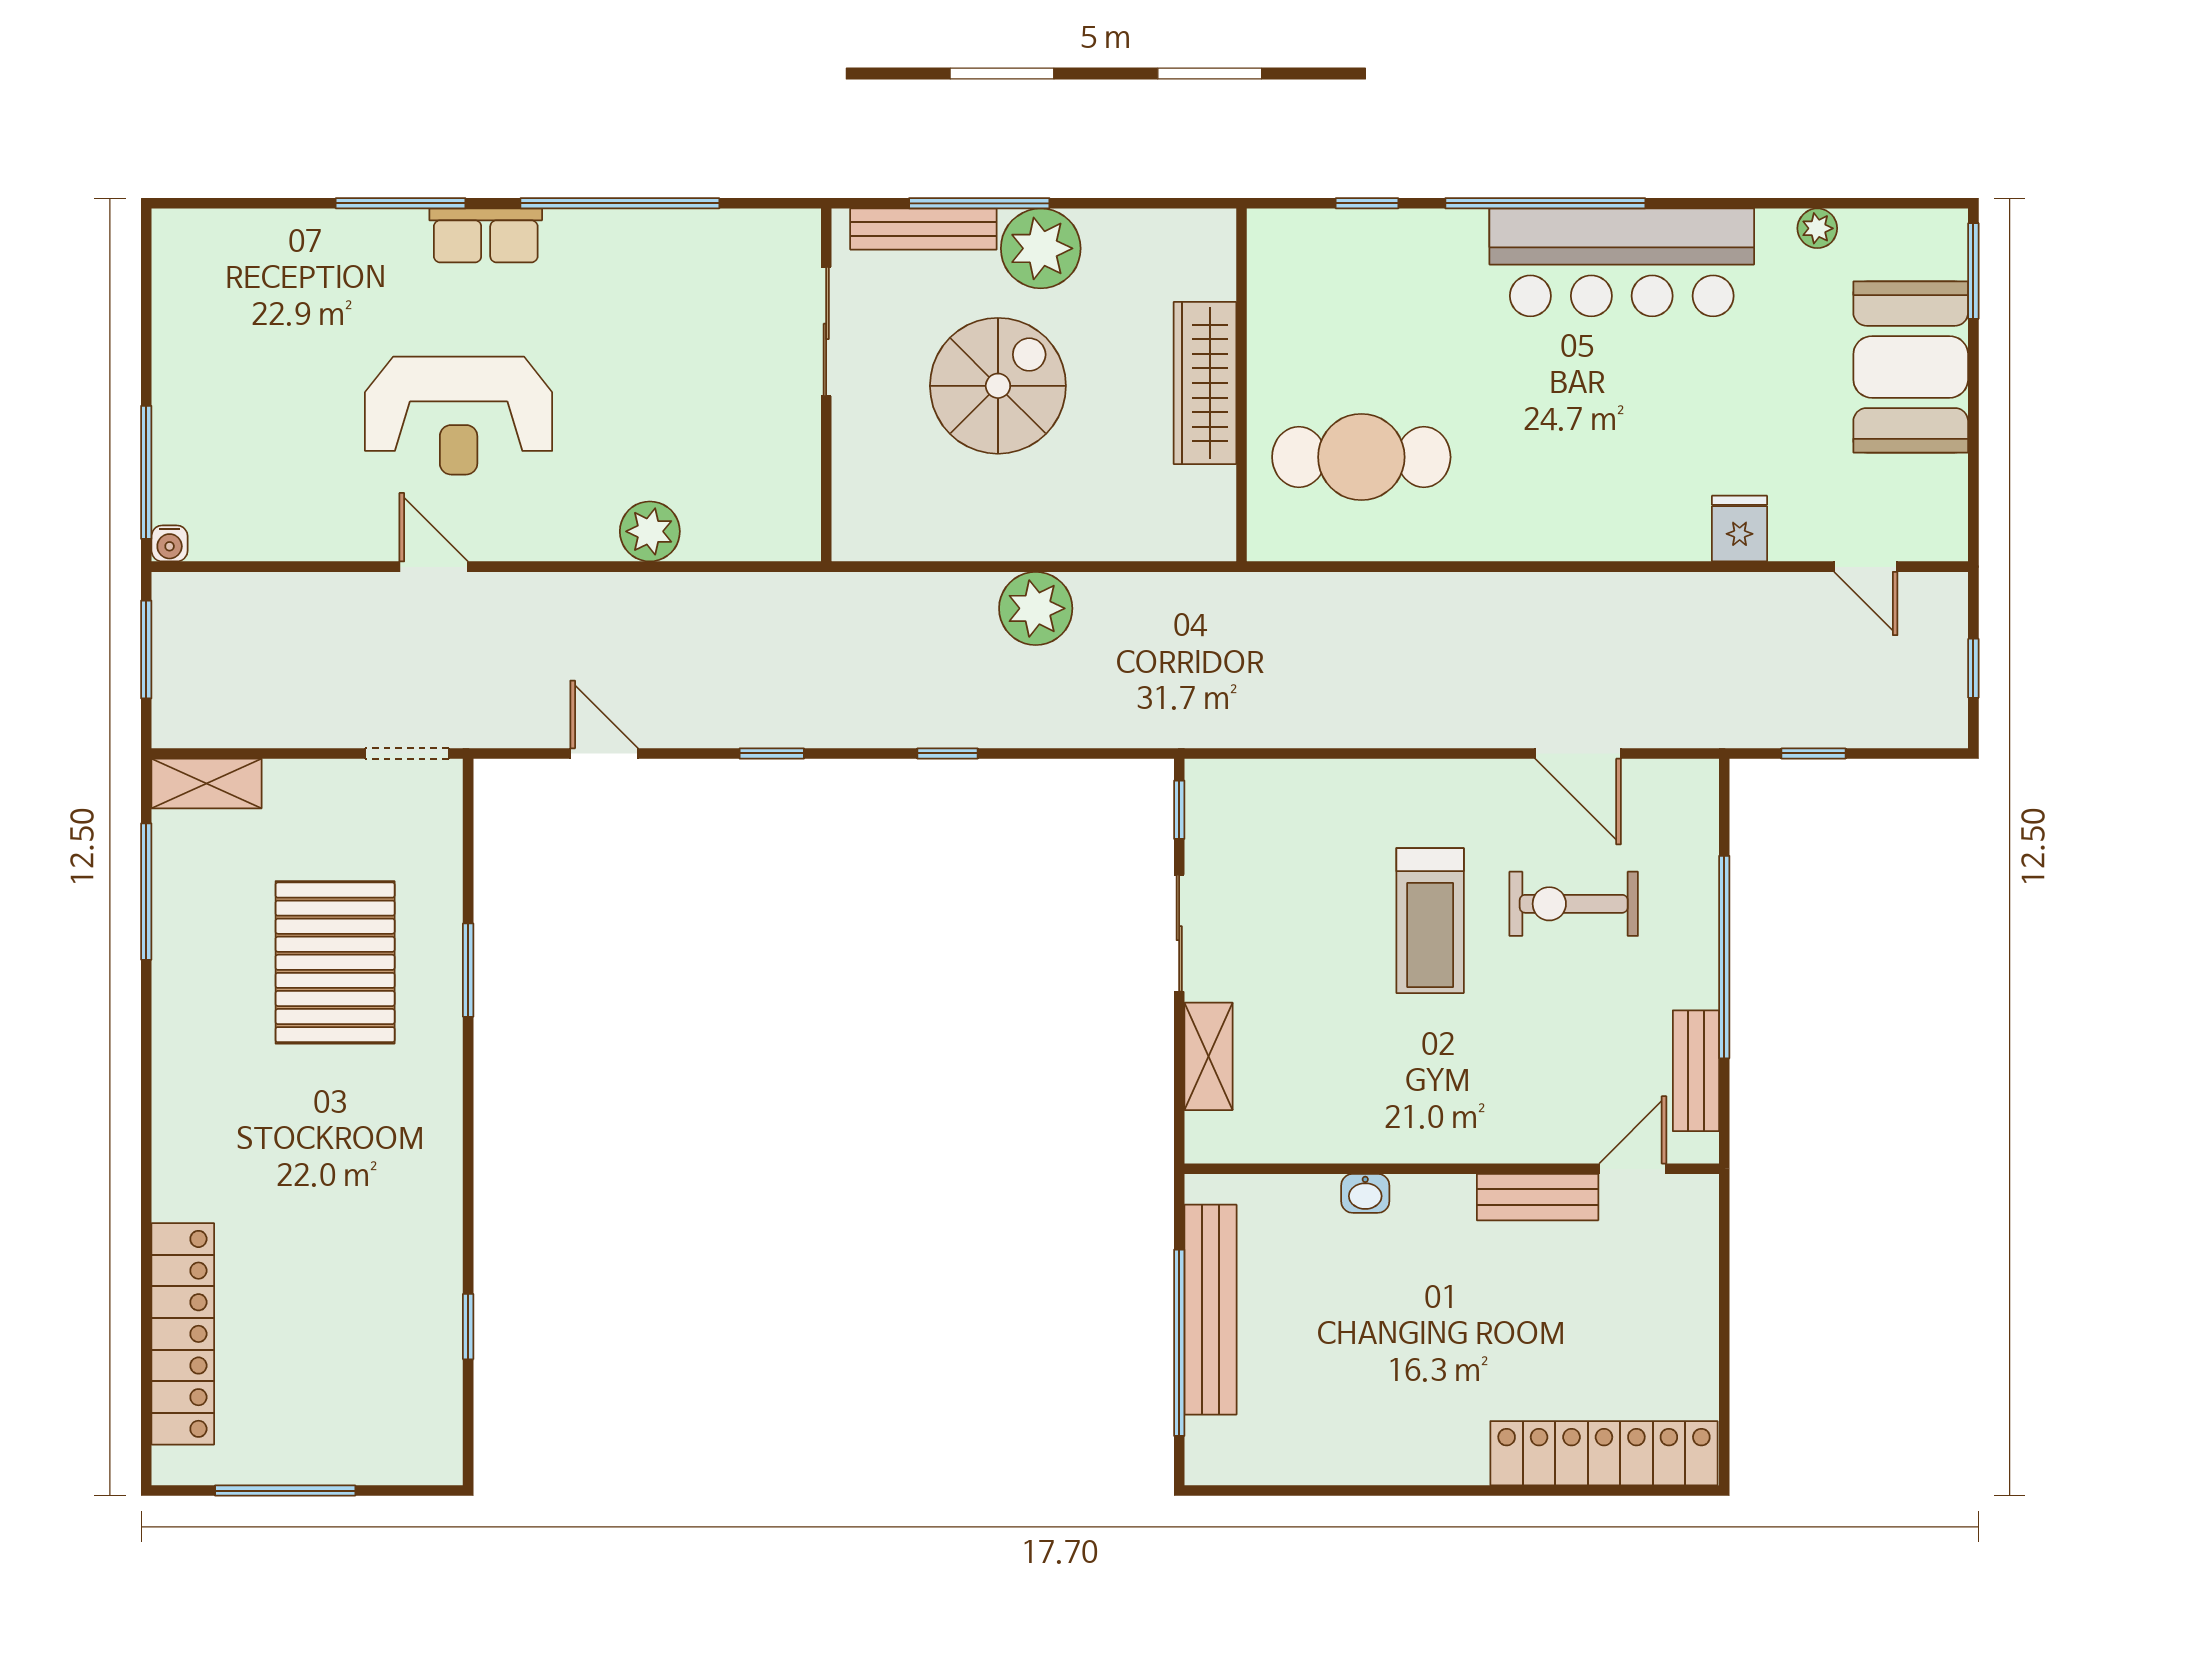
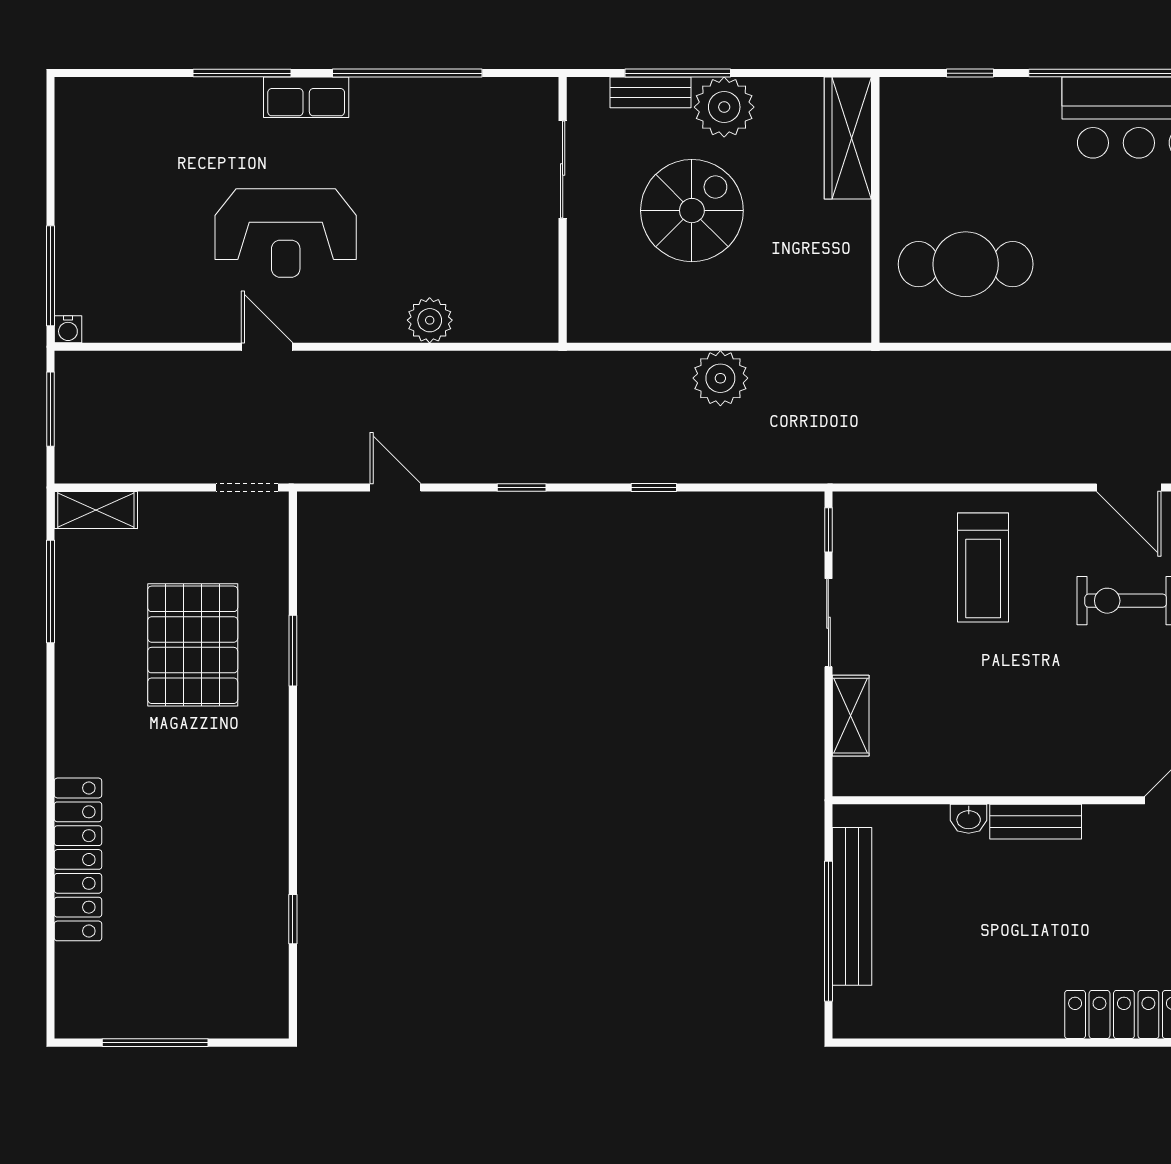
bench: (923, 229) -> (651, 92), width x0.73
wardrobe: (1205, 383) -> (848, 138), moved
treadmill: (1430, 921) -> (983, 568), moved
bench: (1538, 1197) -> (1036, 822), moved
locker: (183, 1334) -> (78, 859), moved

